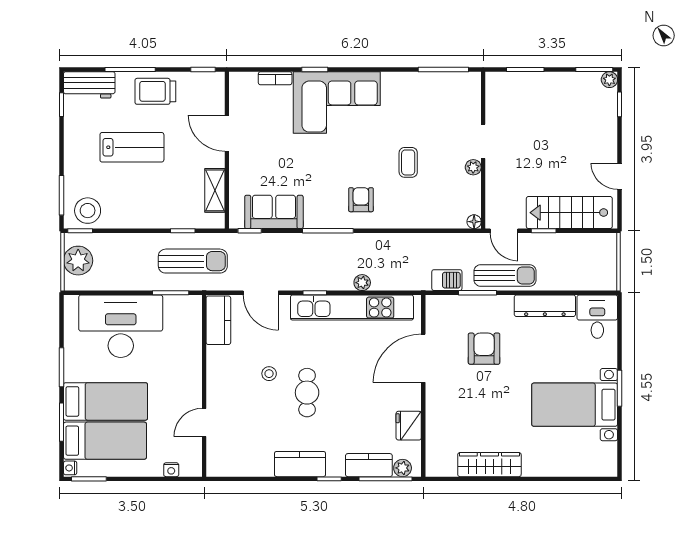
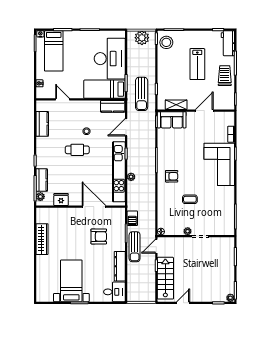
sofa: (274, 212) -> (172, 120), moved, turned 90
bed: (106, 401) -> (105, 89), moved, turned 90
kitchen counter: (300, 464) -> (42, 124), moved

